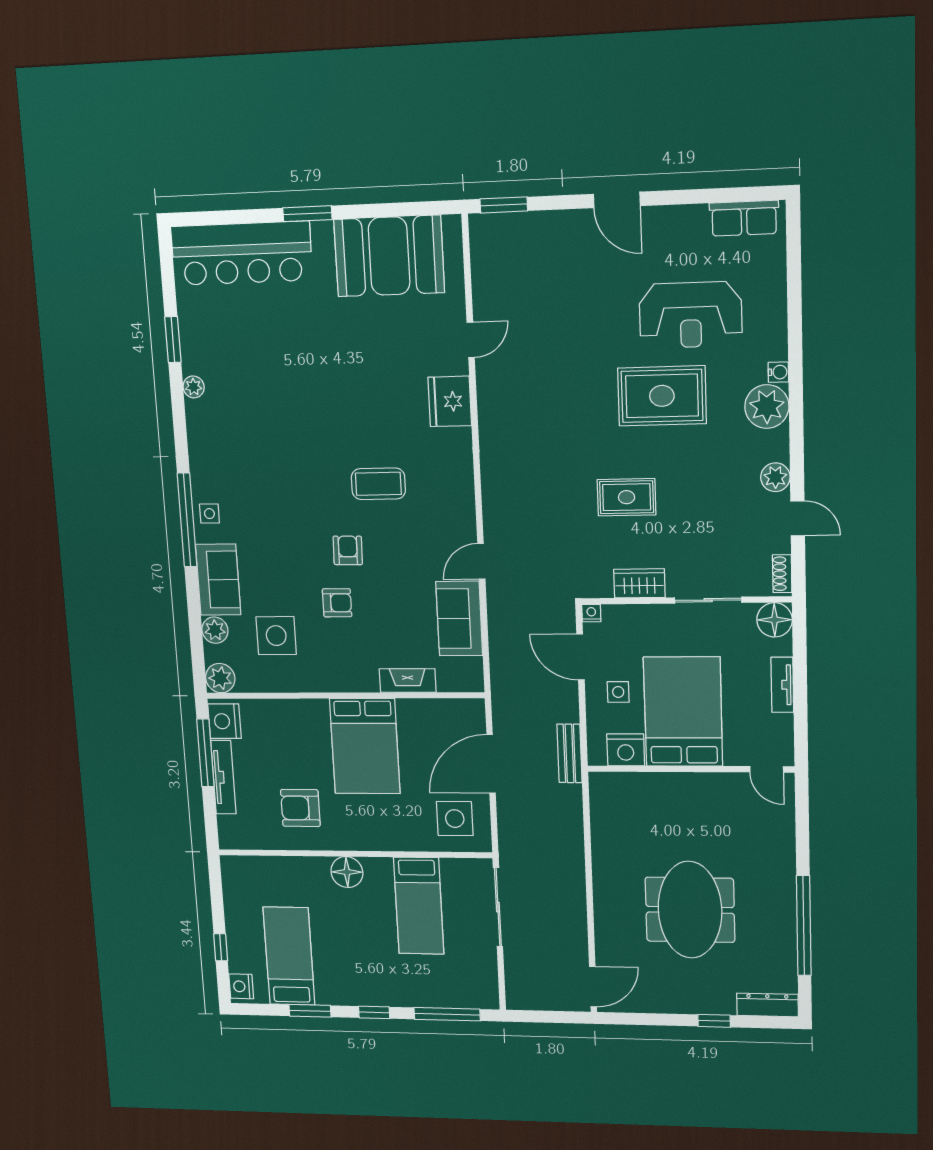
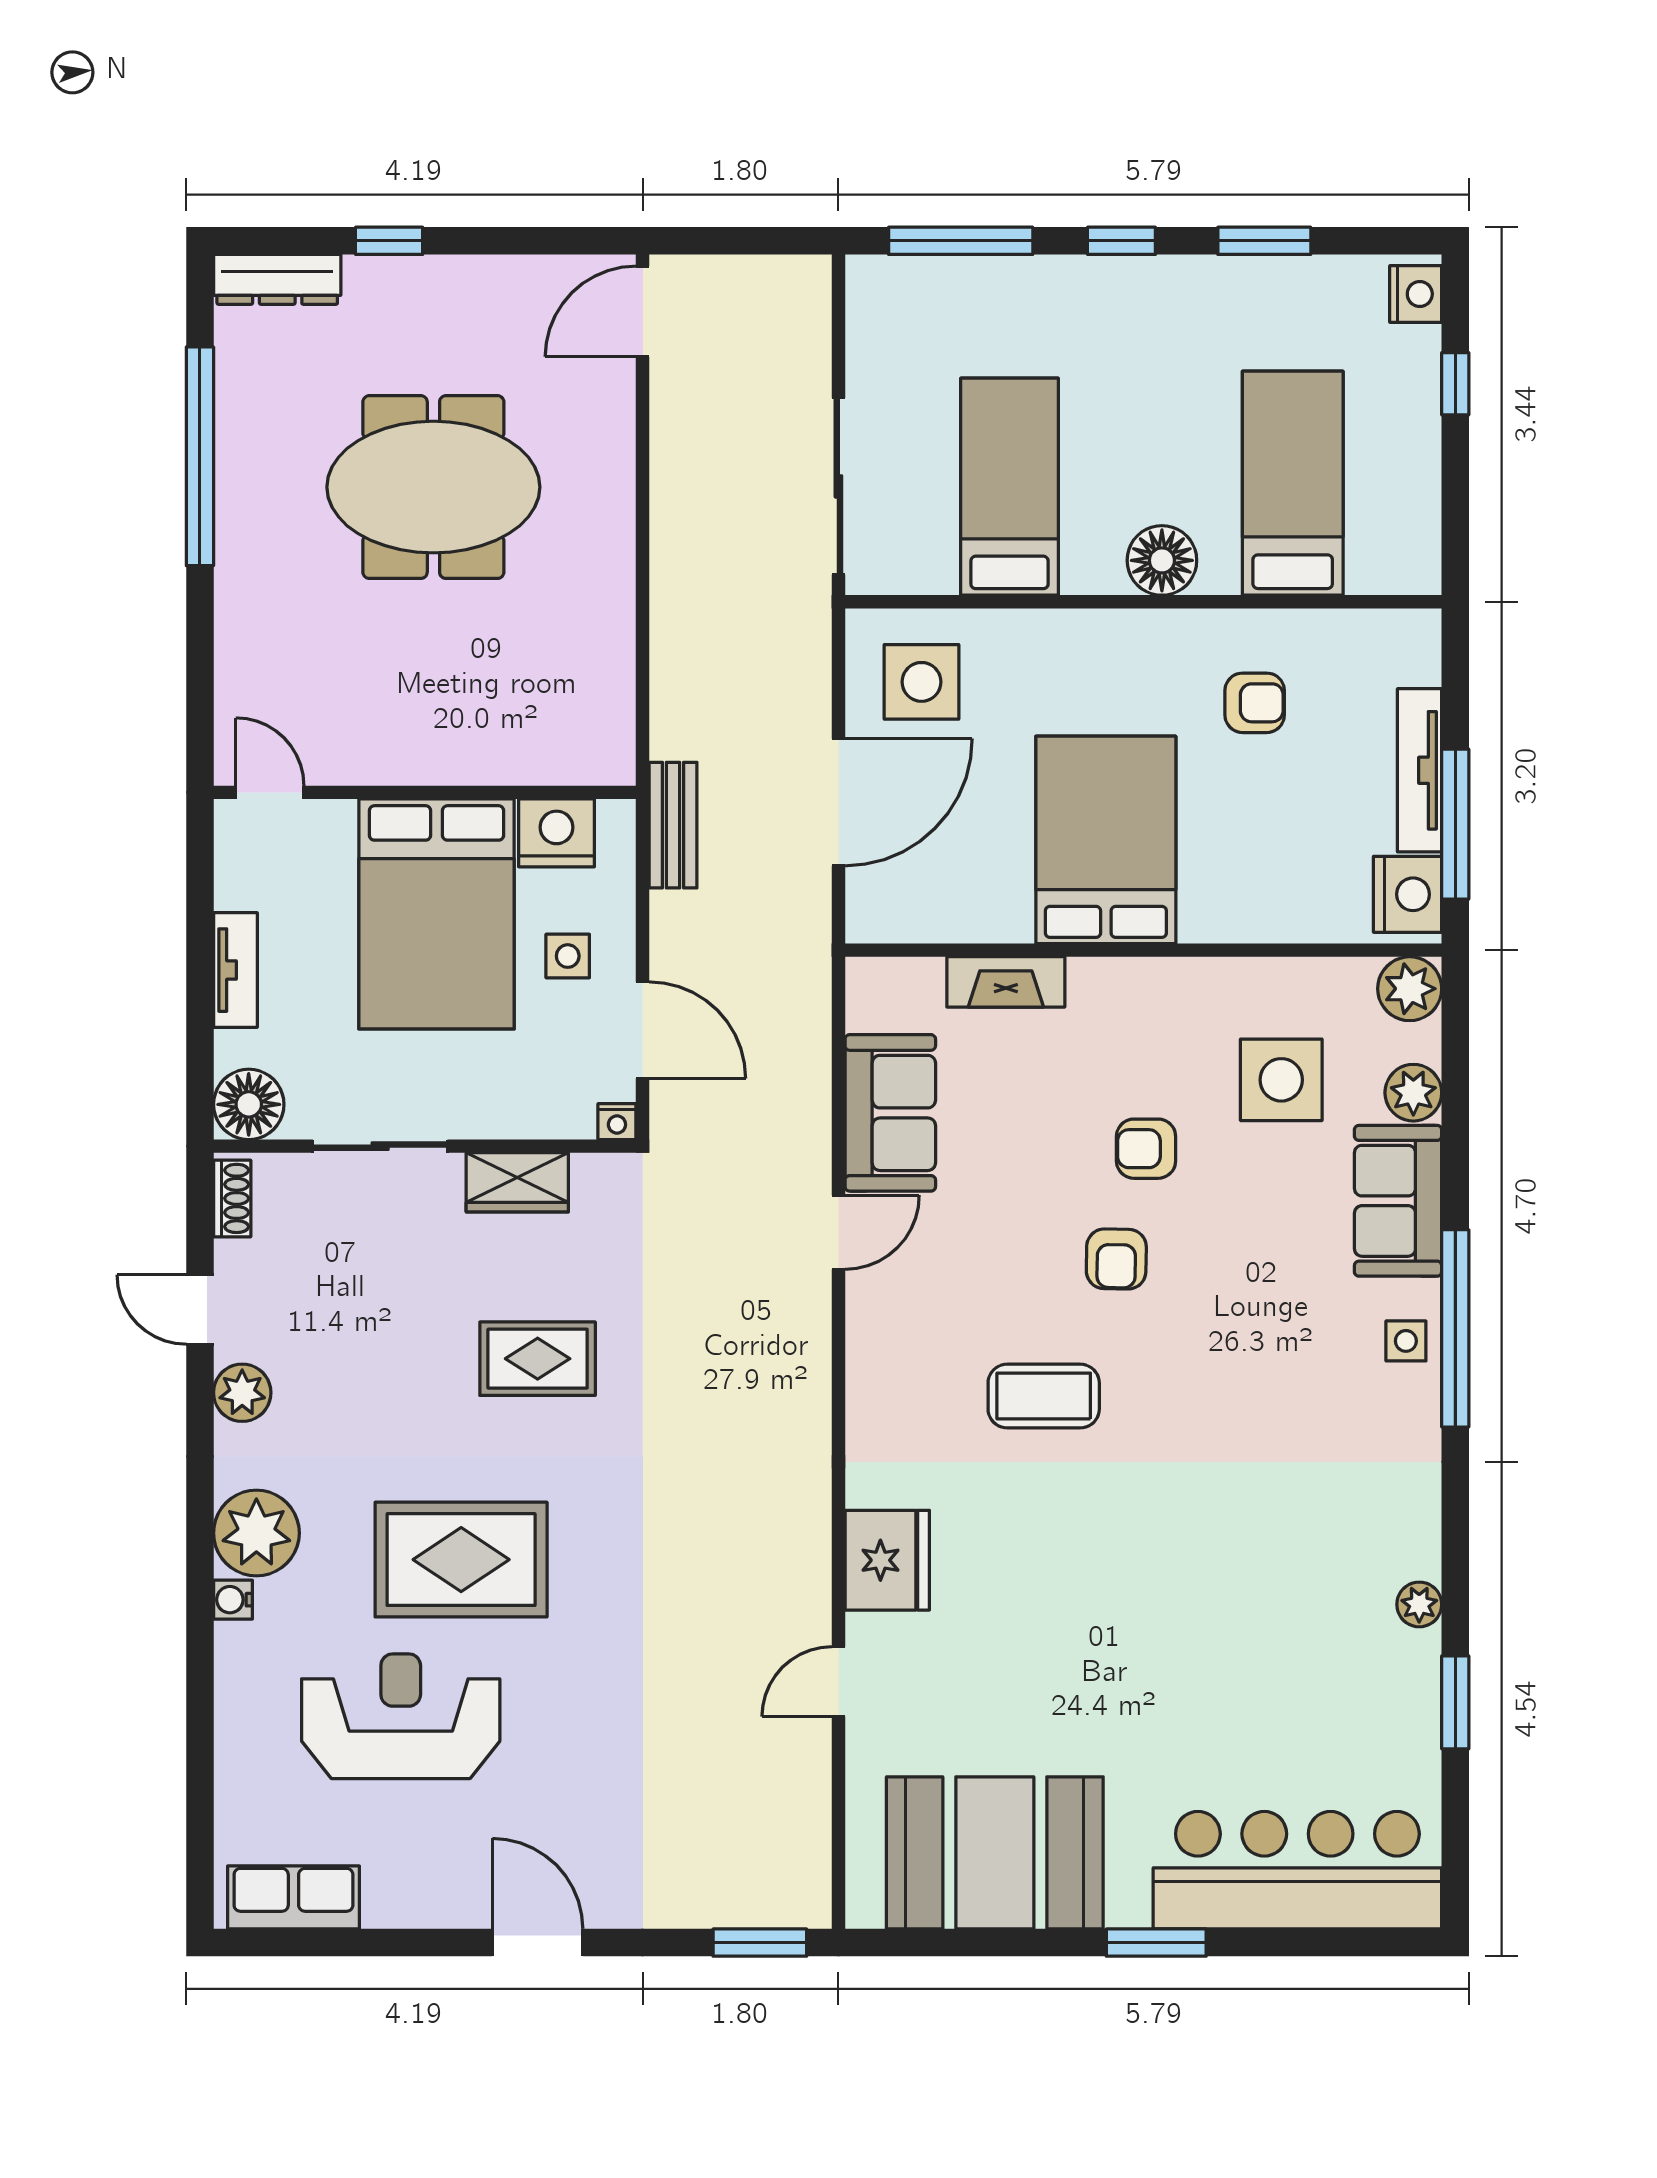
armchair: (300, 808) -> (1255, 703), width x0.72, depth x0.72
meeting table: (690, 910) -> (433, 487), turned 90
bed: (289, 956) -> (1293, 483), moved, turned 180

